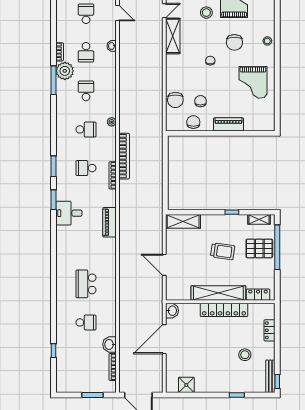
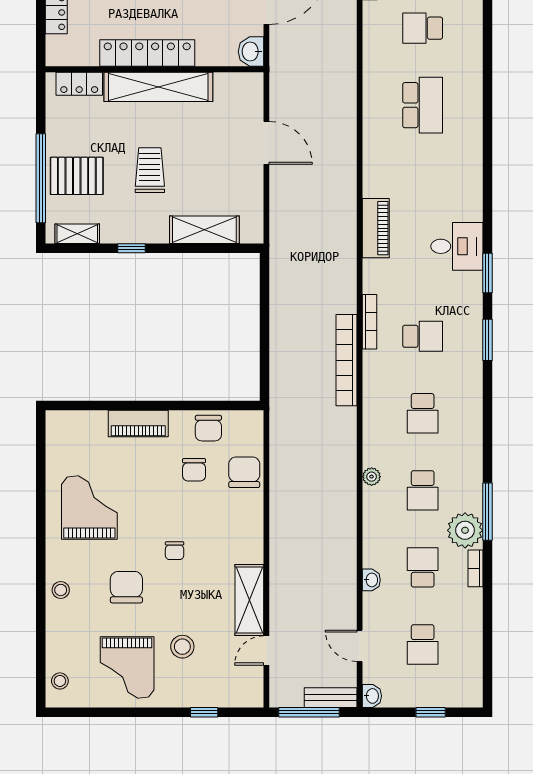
plant: (112, 122) -> (372, 477), moved
school desk: (86, 129) -> (423, 413), turned -90
shelving: (183, 221) -> (204, 230), moved
trolley: (223, 251) -> (150, 170), turned 82

